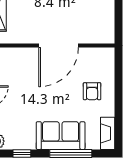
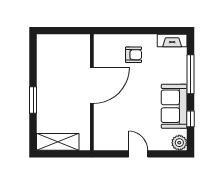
door: (59, 46) -> (92, 85), hinge flipped
sofa: (61, 136) -> (174, 106), moved

